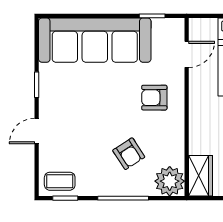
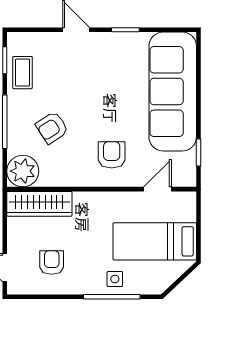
door: (187, 54) -> (157, 189), swing flipped
wardrobe: (200, 176) -> (39, 204), width x1.50
coffee table: (60, 181) -> (23, 73), moved

